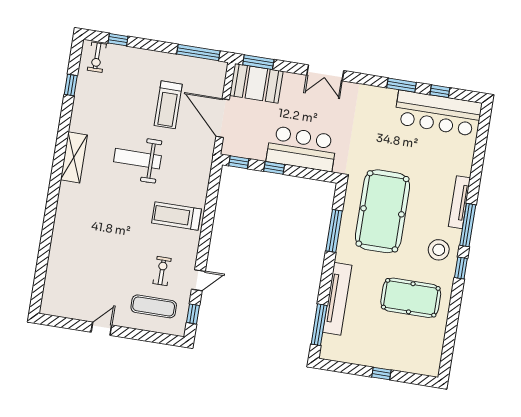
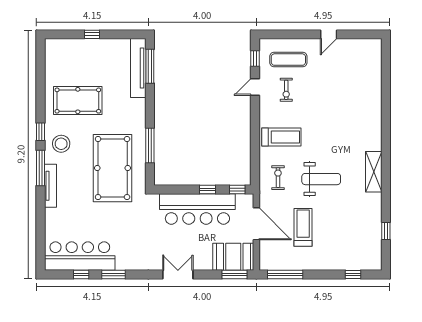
exercise bike: (97, 57) -> (278, 178), moved
bar counter: (302, 149) -> (197, 209), width x1.36
tv unit: (337, 299) -> (138, 68), moved

